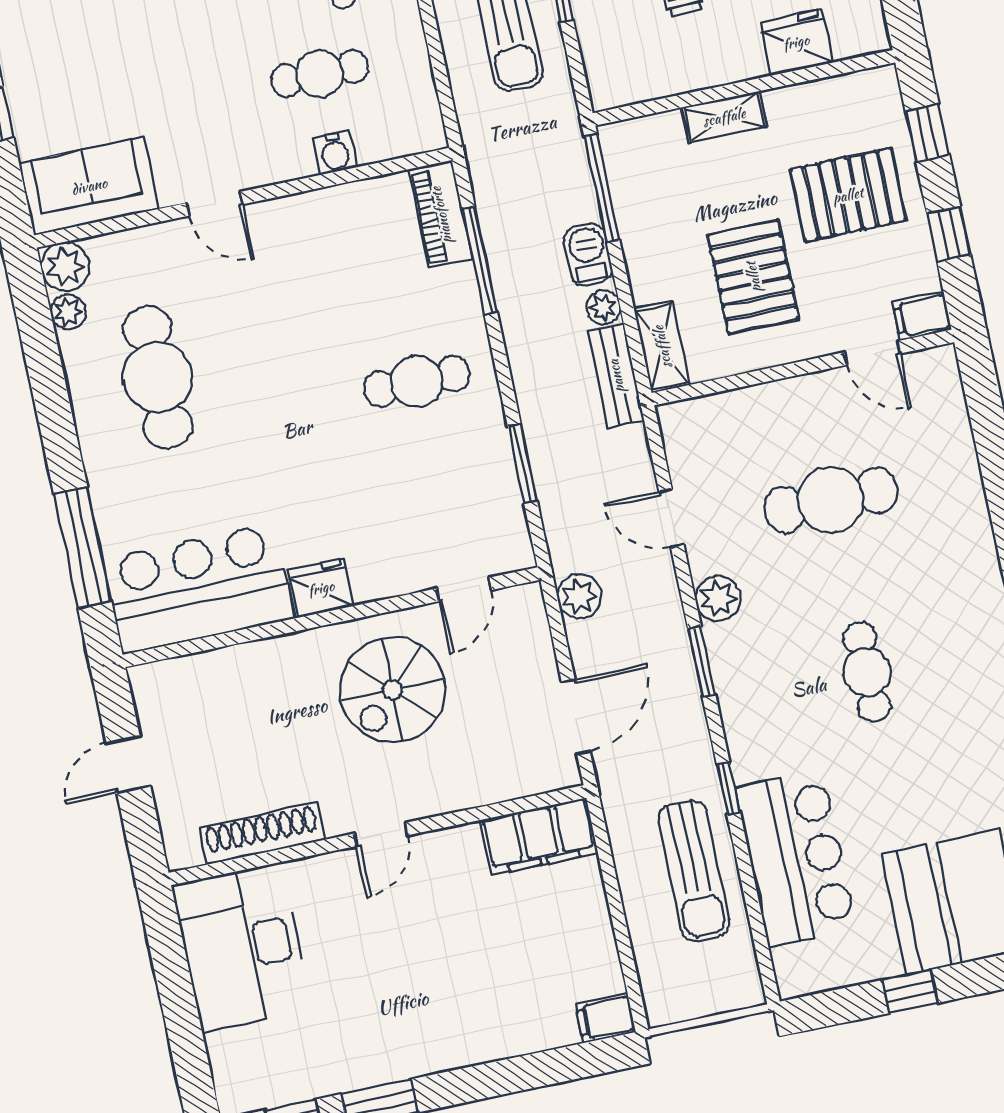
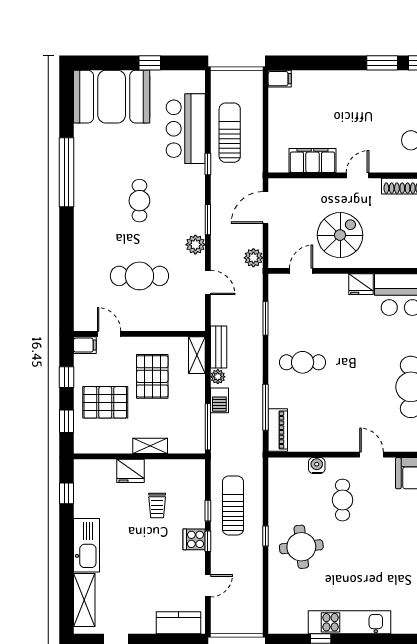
fridge: (796, 42) -> (131, 471), moved
cafe table: (320, 74) -> (343, 500), moved, turned 90
filing cabinet: (539, 836) -> (313, 161), moved

